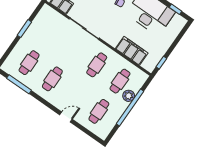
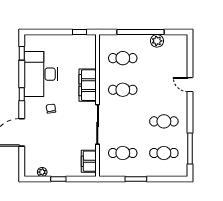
filing cabinet: (132, 51) -> (88, 85), moved
plant: (129, 96) -> (157, 41), moved
cafe table: (99, 111) -> (123, 153), moved

